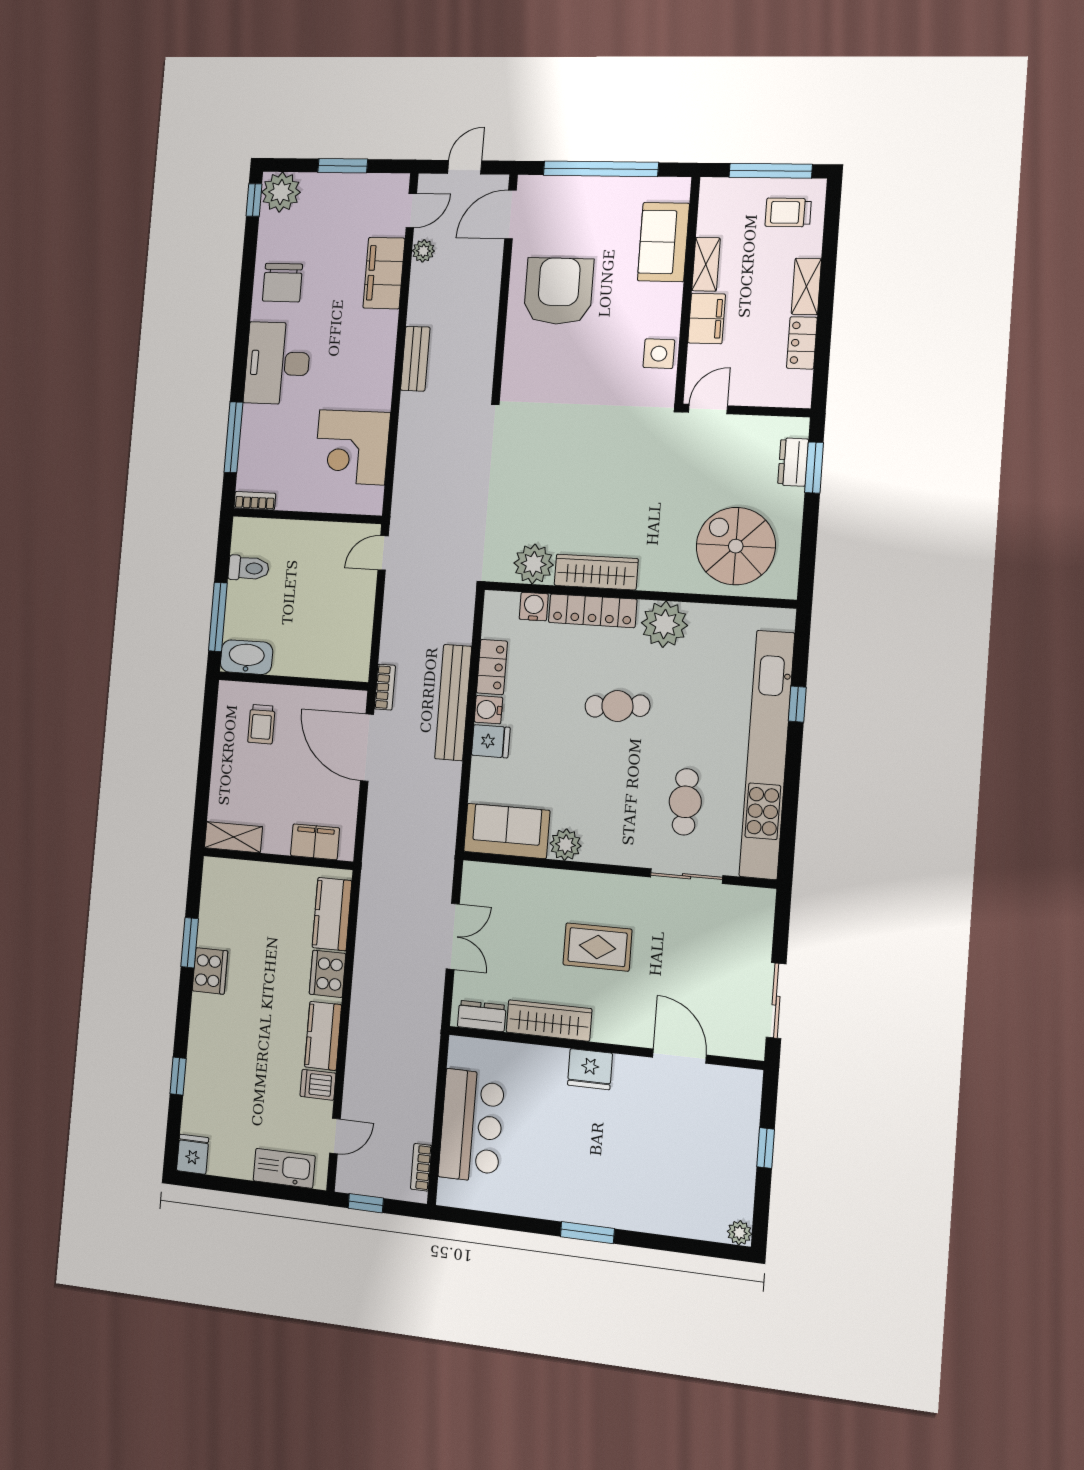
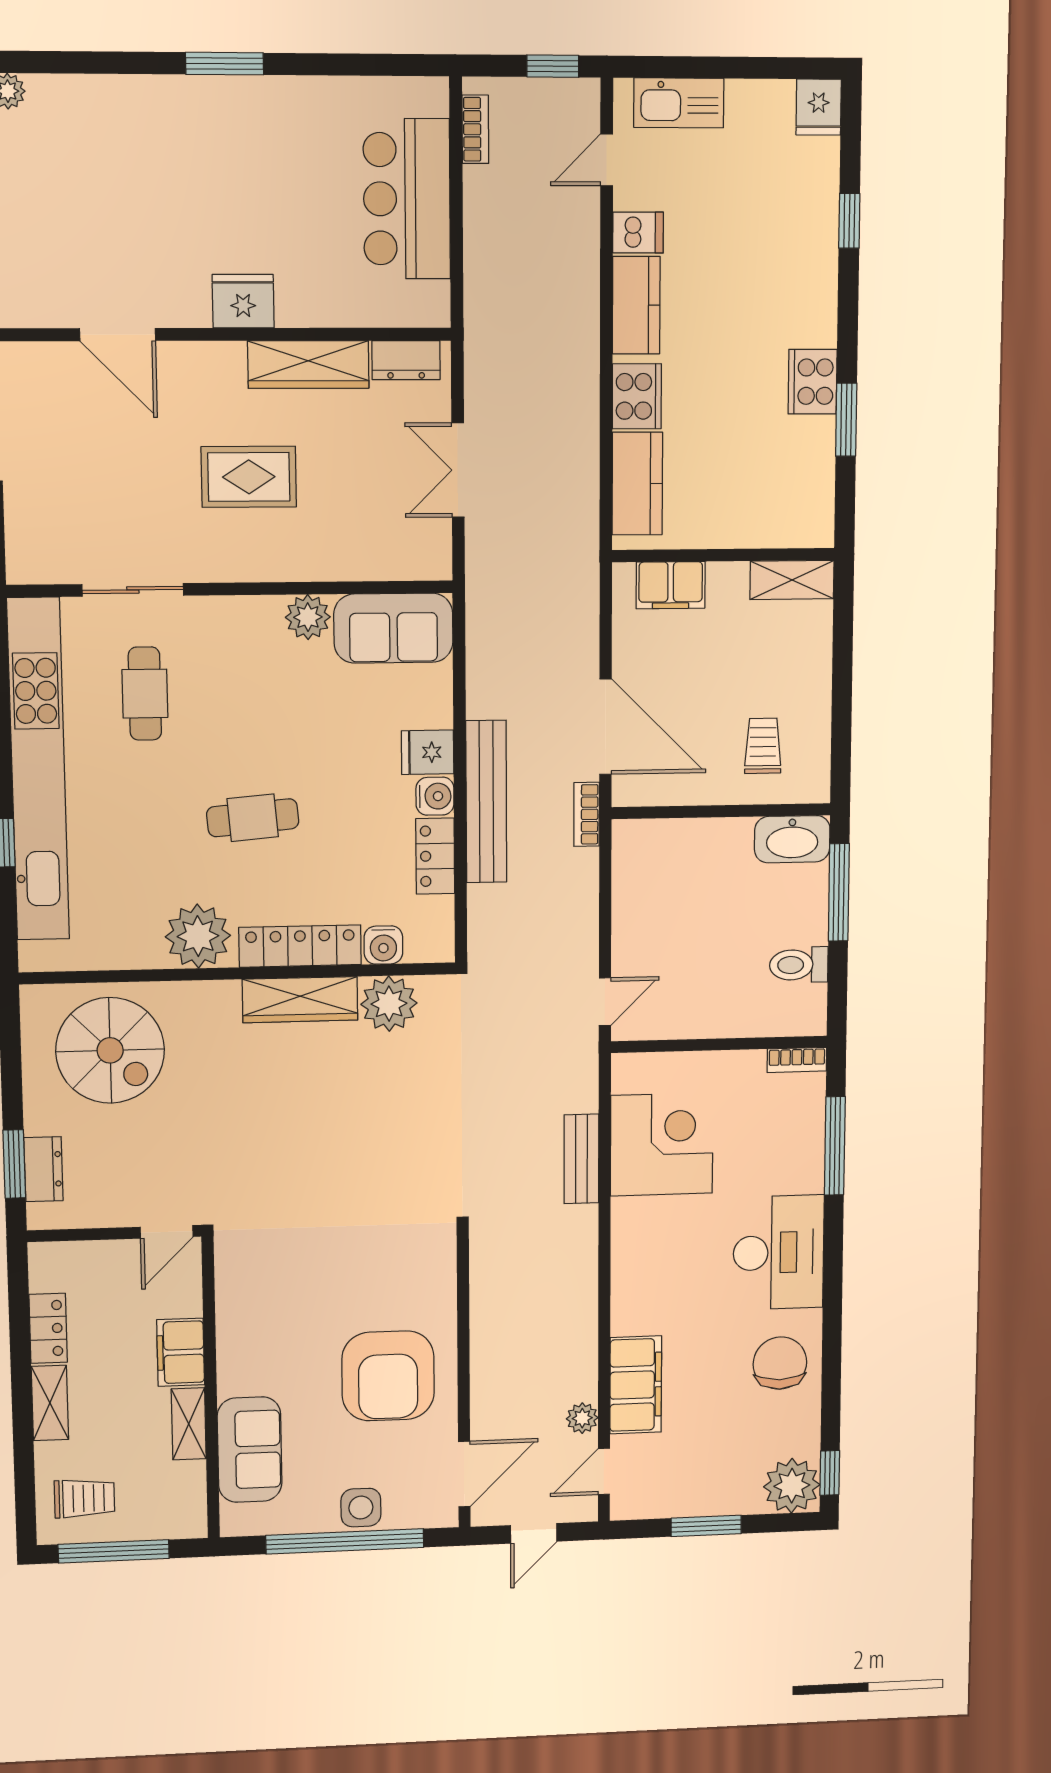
side table: (659, 354) -> (361, 1508), moved
bench: (415, 359) -> (581, 1159), moved

